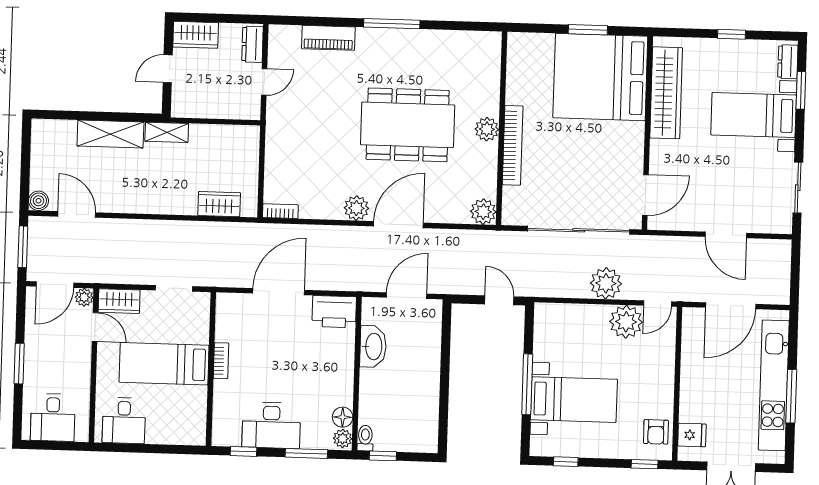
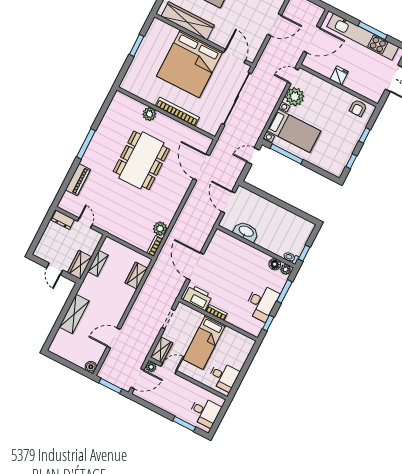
wardrobe: (196, 35) -> (80, 265), moved, turned 180
bed: (600, 77) -> (190, 64), moved
plant: (487, 129) -> (149, 114), moved
shelving: (167, 132) -> (98, 263), moved
plant: (356, 208) -> (160, 229), moved
plant: (483, 212) -> (204, 143), removed
door: (77, 214) -> (114, 338), moved
door: (398, 225) -> (201, 167), moved
plant: (606, 283) -> (270, 98), removed
door: (55, 285) -> (138, 379), hinge flipped
door: (658, 304) -> (293, 76), swing flipped
door: (731, 306) -> (312, 39), hinge flipped
printer: (334, 312) -> (198, 298), moved, turned -90
window: (19, 364) -> (184, 424), moved
window: (527, 384) -> (287, 154), moved
bed with nightstands: (574, 400) -> (294, 131), moved, turned 90
armchair: (656, 432) -> (358, 108), turned 90
fridge: (692, 435) -> (339, 75), moved
window: (645, 464) -> (365, 135), moved

